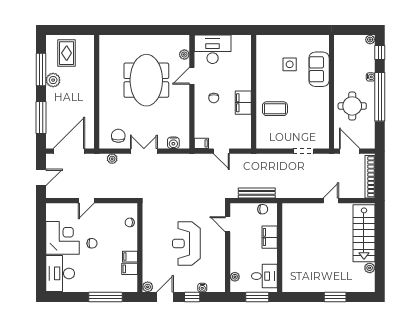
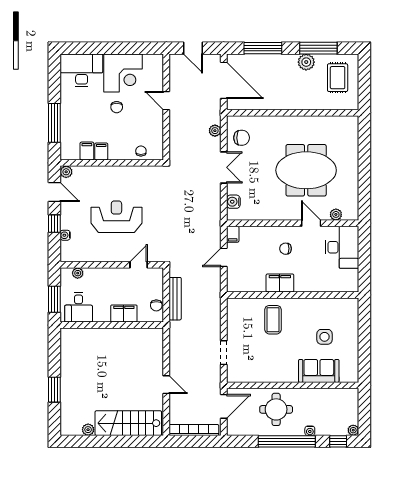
rug: (67, 53) -> (338, 78), turned 90

